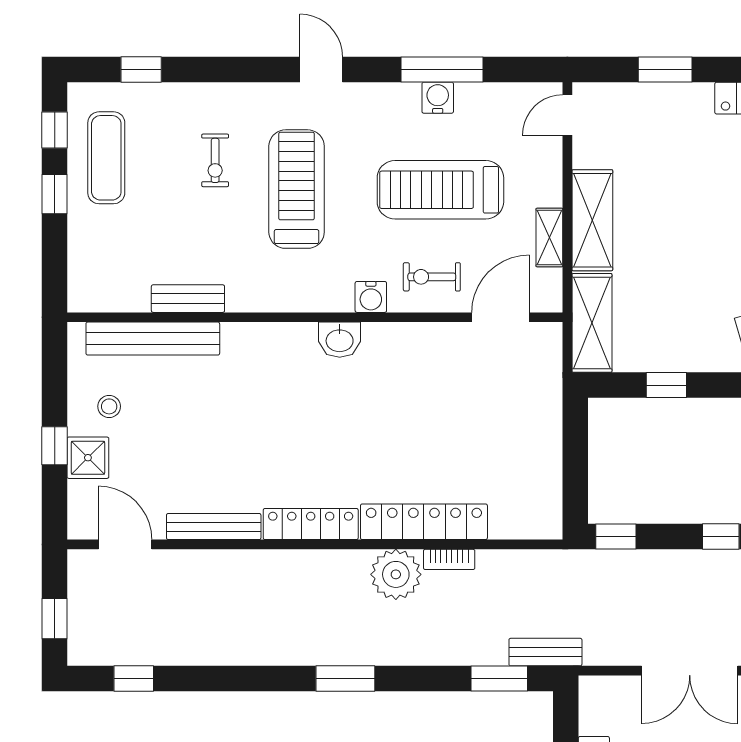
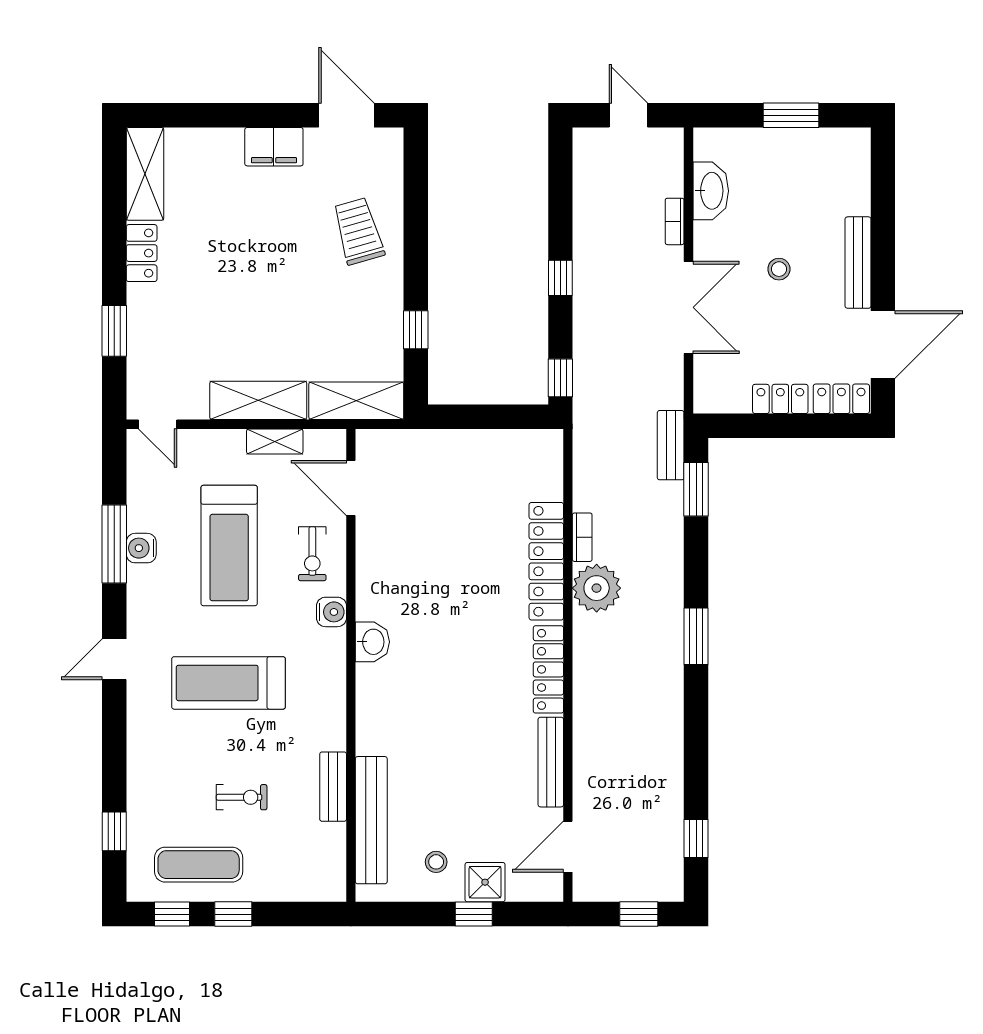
exercise bike: (215, 160) -> (242, 797), moved

